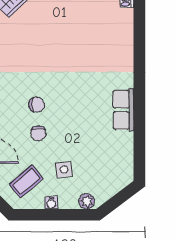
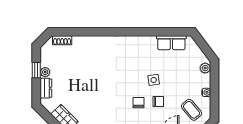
row of seats: (123, 110) -> (171, 43), moved
side table: (64, 170) -> (154, 80), moved

